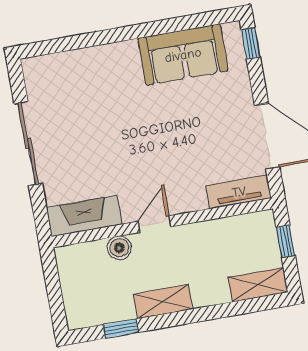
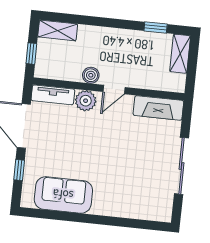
window: (251, 43) -> (19, 170), moved
plant: (190, 197) -> (86, 101), added
boiler: (119, 248) -> (91, 75), moved
shelving: (163, 302) -> (180, 54), moved, turned 90

